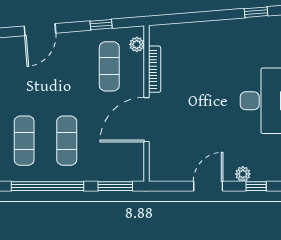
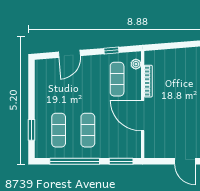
door: (146, 120) -> (143, 116), hinge flipped
door: (208, 186) -> (185, 161), swing flipped

